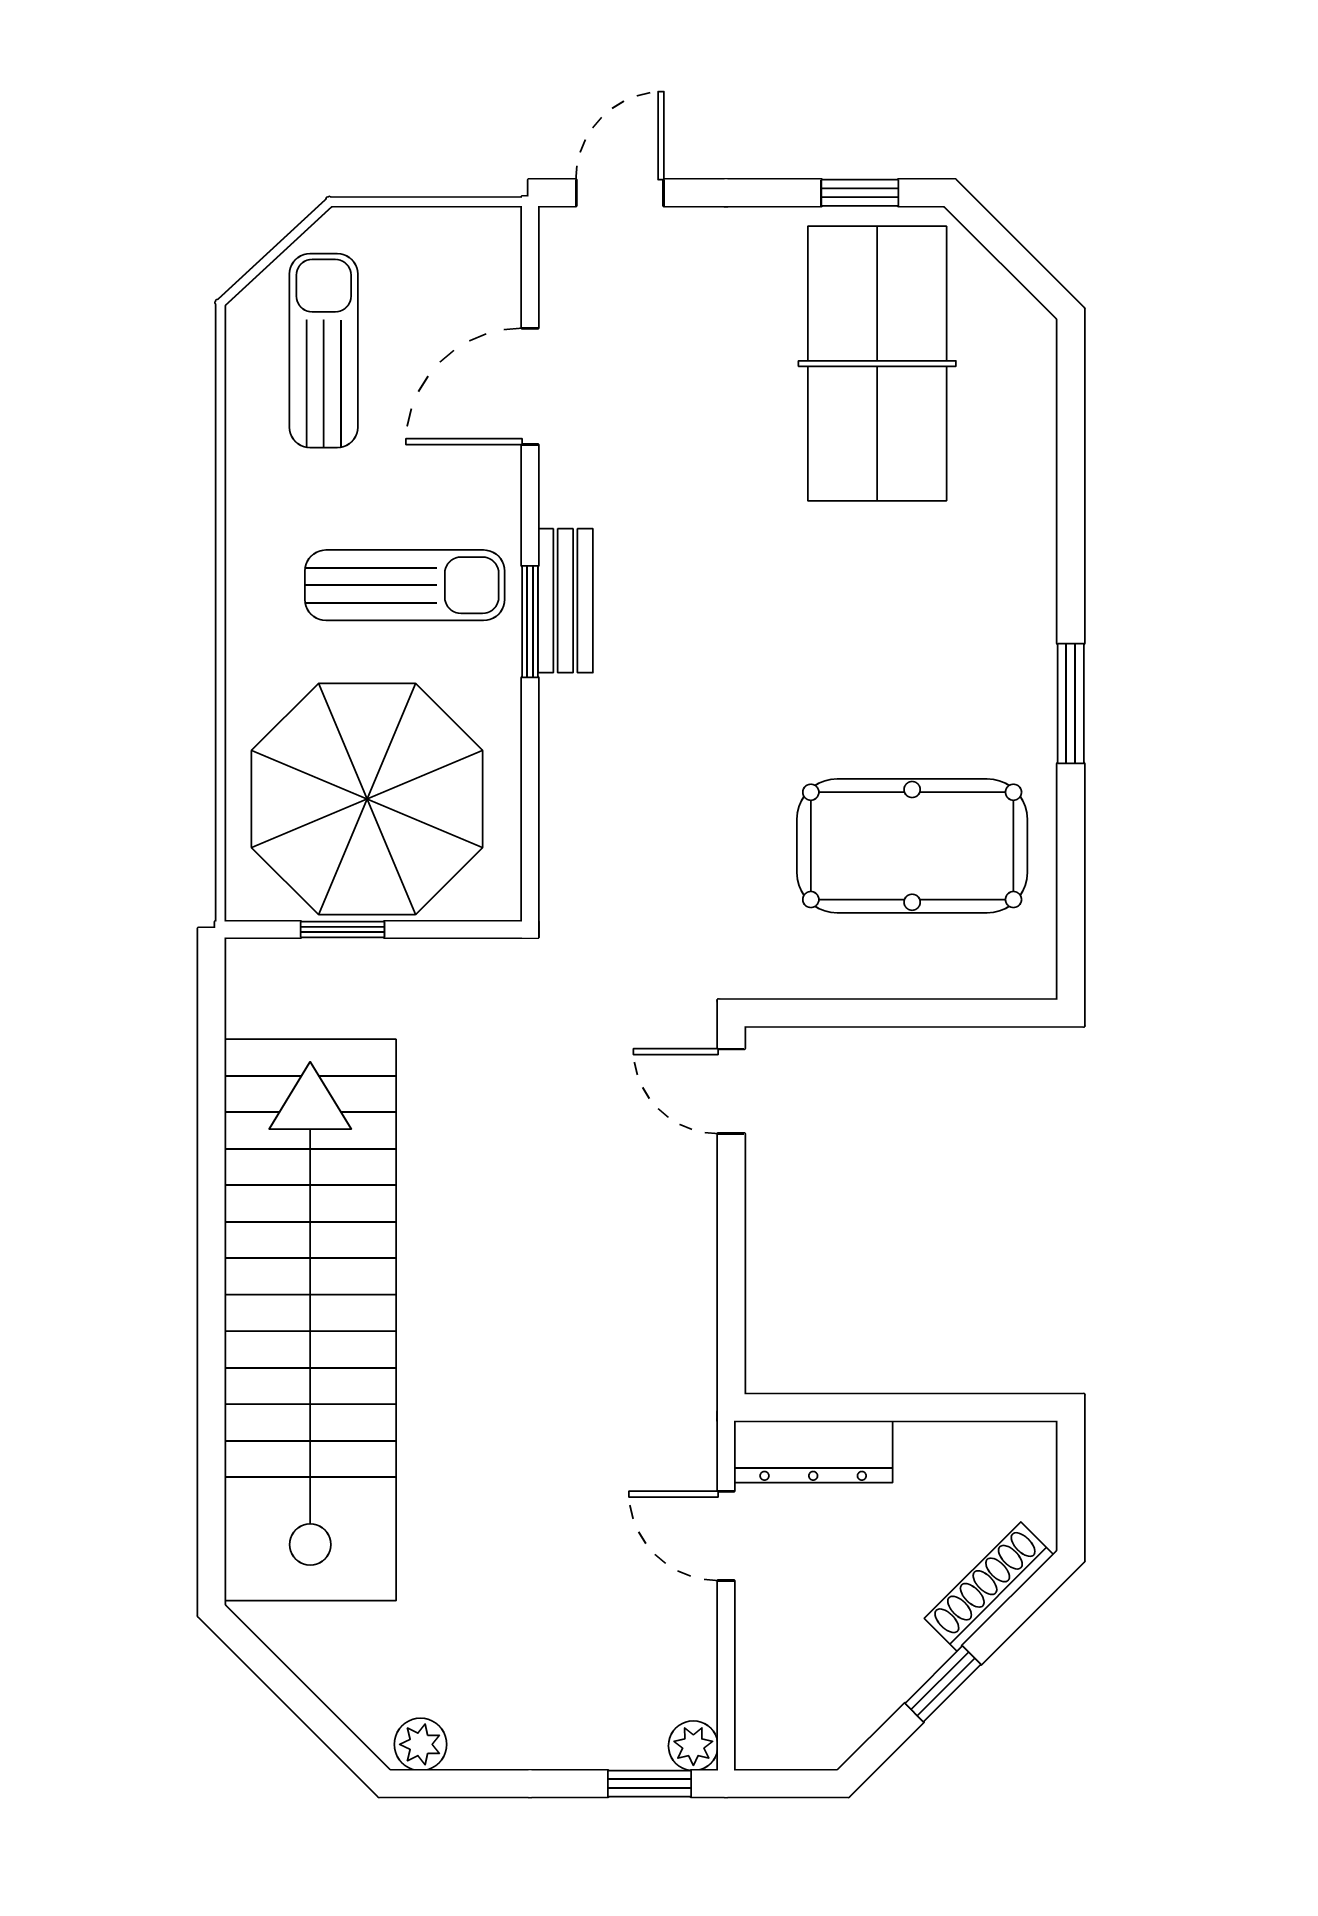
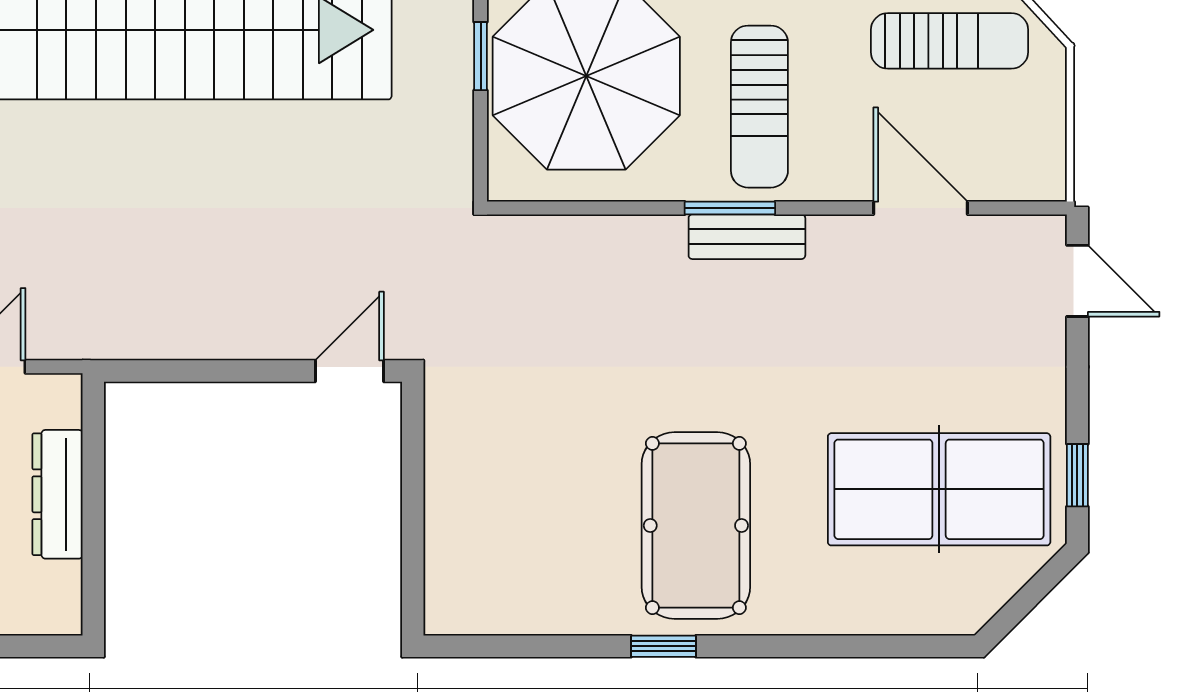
window: (1071, 703) -> (664, 646), width x0.67
pool table: (912, 846) -> (696, 526), moved
dresser: (813, 1452) -> (58, 494), moved

